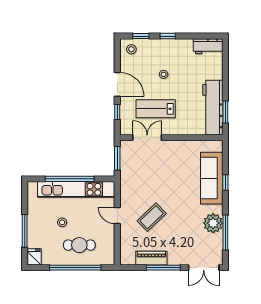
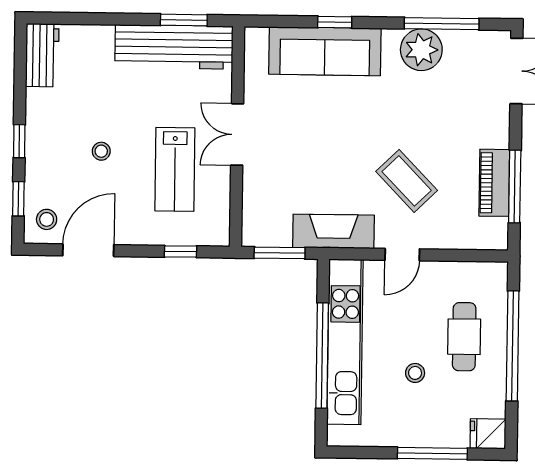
door: (117, 84) -> (88, 250), moved
double door: (147, 138) -> (237, 134), moved
fireplace: (128, 183) -> (334, 231), added
window: (163, 268) -> (515, 187), moved

